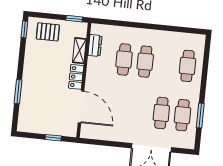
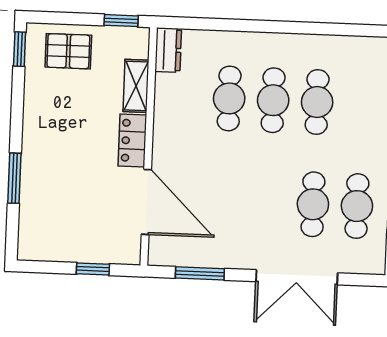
dresser: (95, 45) -> (168, 50), moved
cafe table: (188, 66) -> (317, 102), moved
window: (105, 143) -> (200, 273), added

